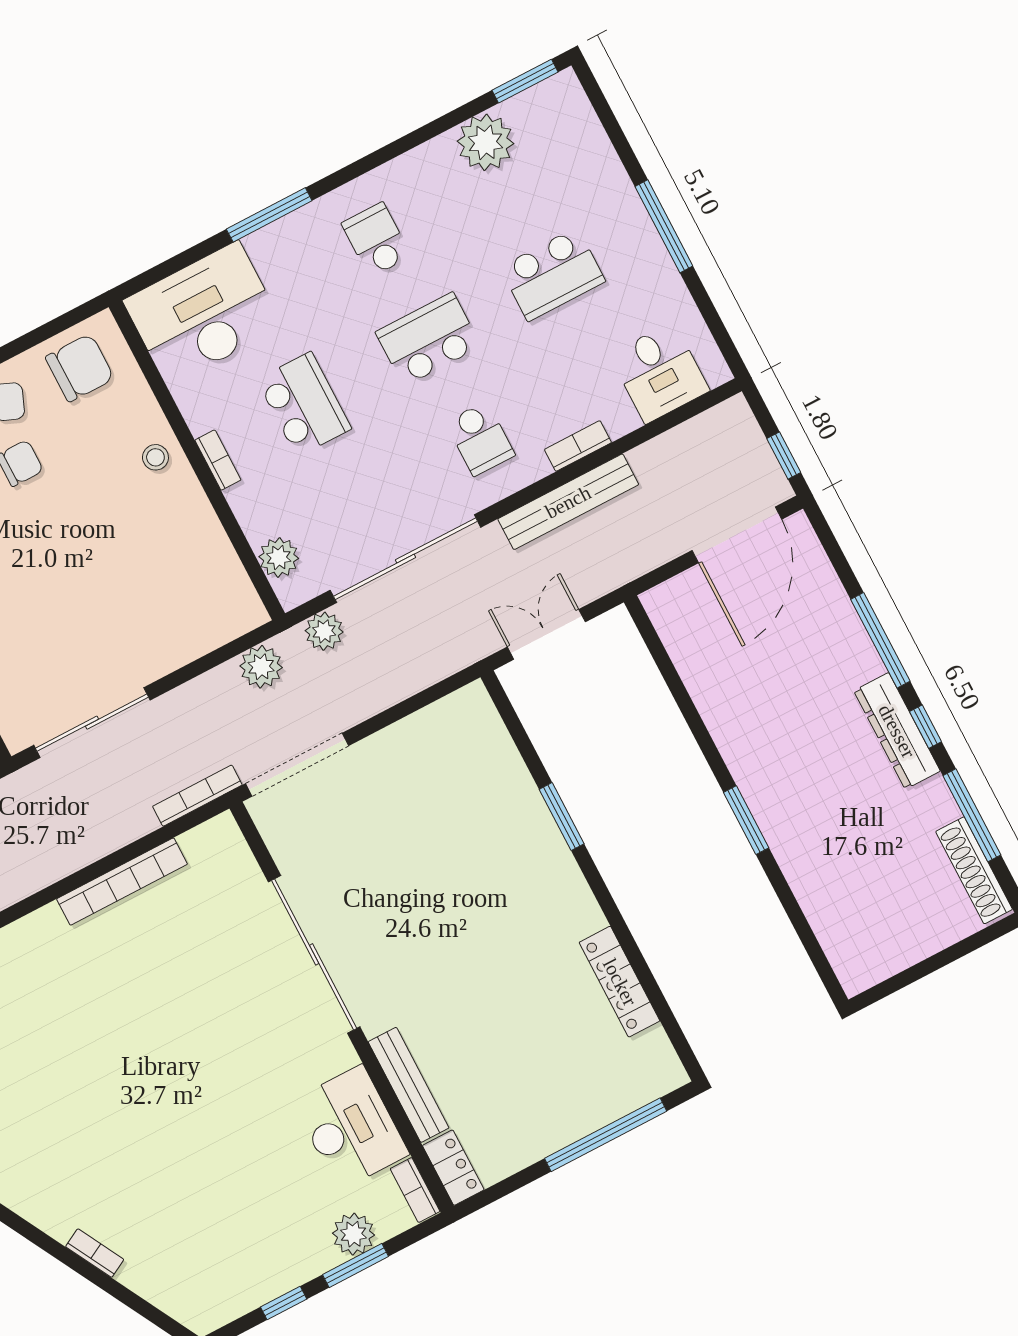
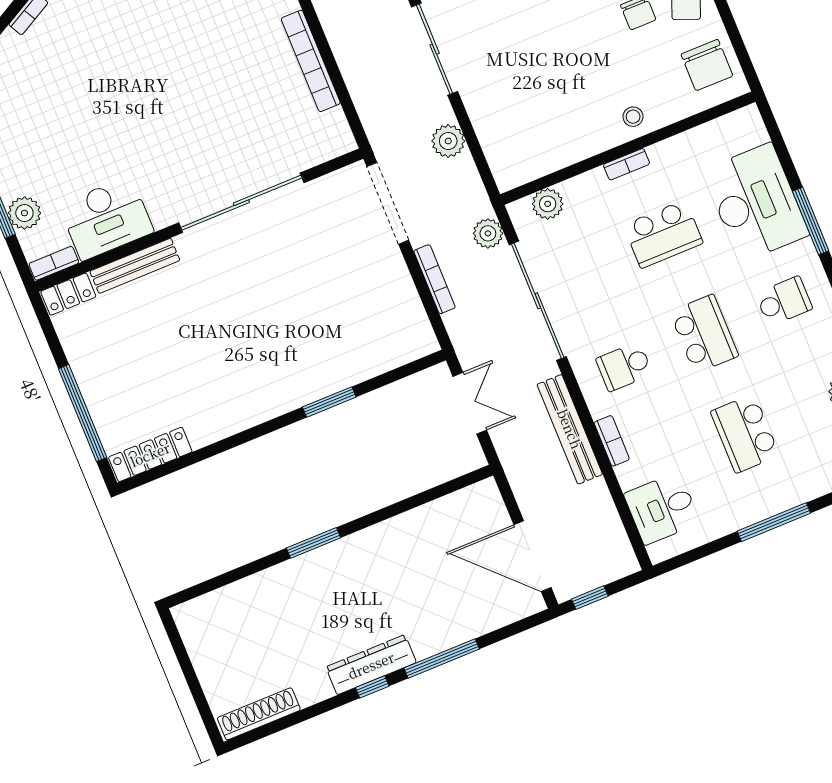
desk: (203, 314) -> (756, 203), moved
plant: (261, 667) -> (448, 141), moved
bookcase: (197, 796) -> (435, 279), moved
window: (972, 815) -> (301, 716), removed
locker: (620, 982) -> (150, 454), moved

